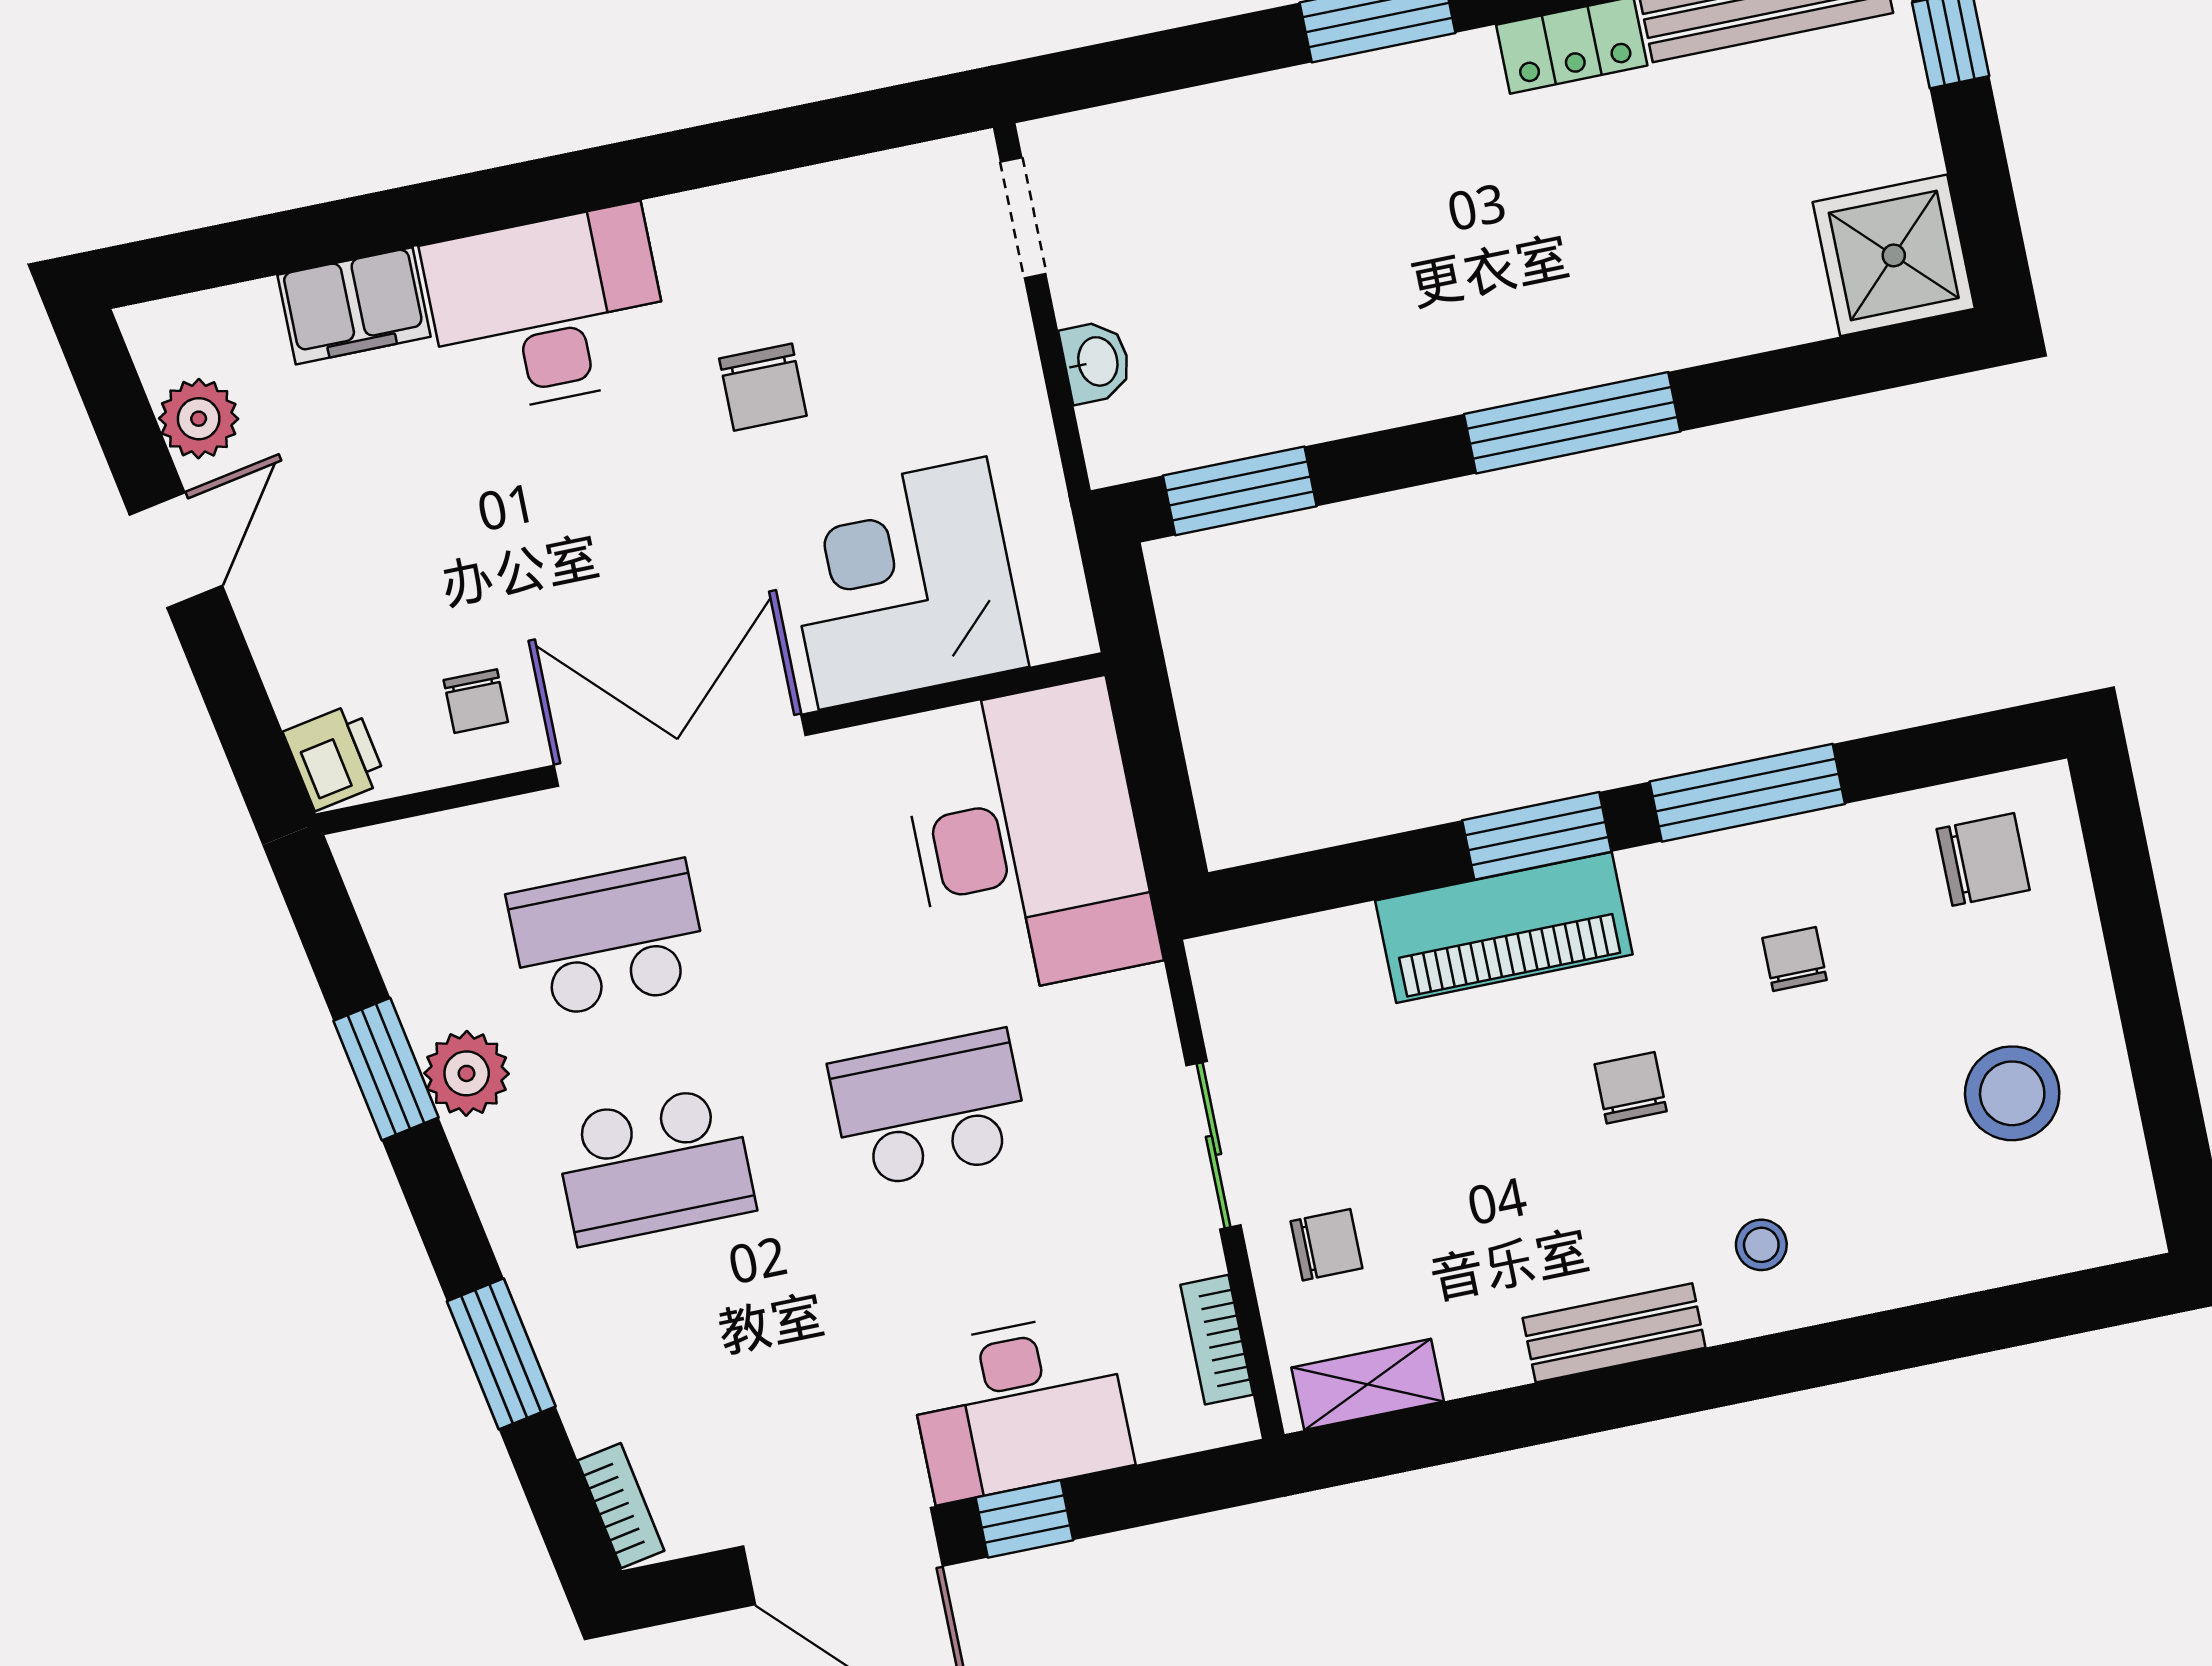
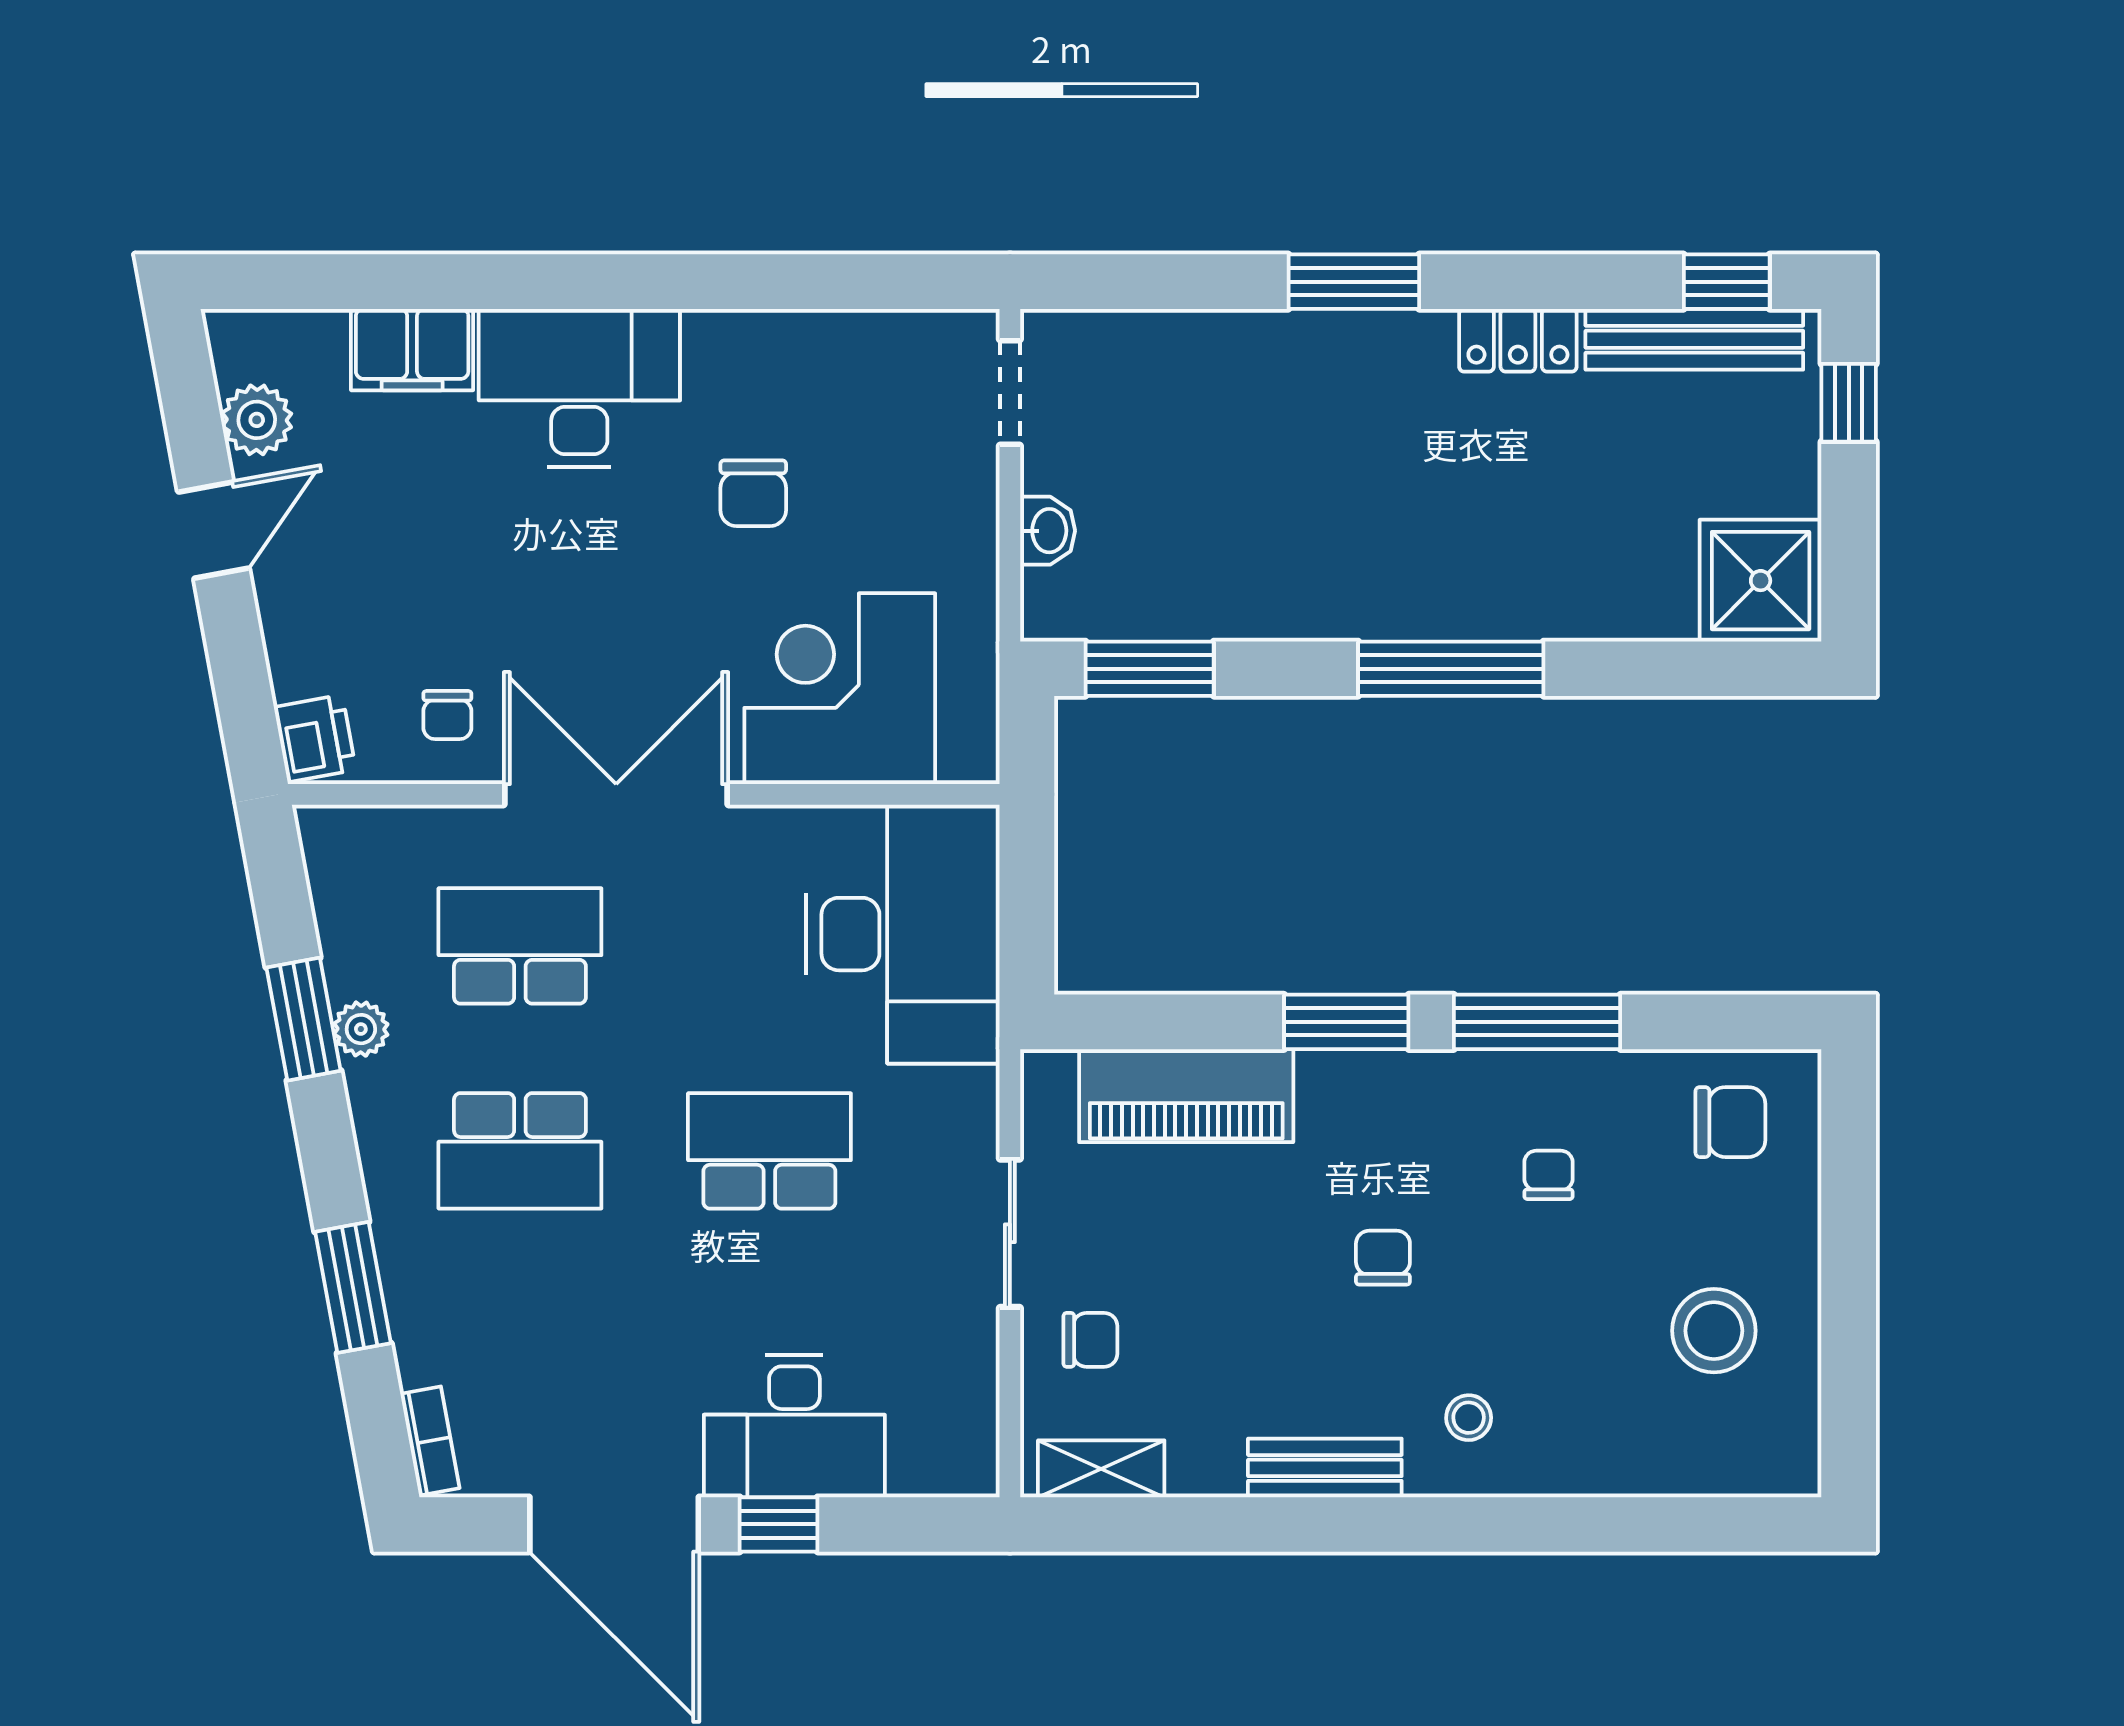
piano: (1504, 927) -> (1186, 1096), moved
plant: (467, 1073) -> (361, 1029), width x0.73, depth x0.73
bookcase: (1217, 1340) -> (978, 1403), removed

